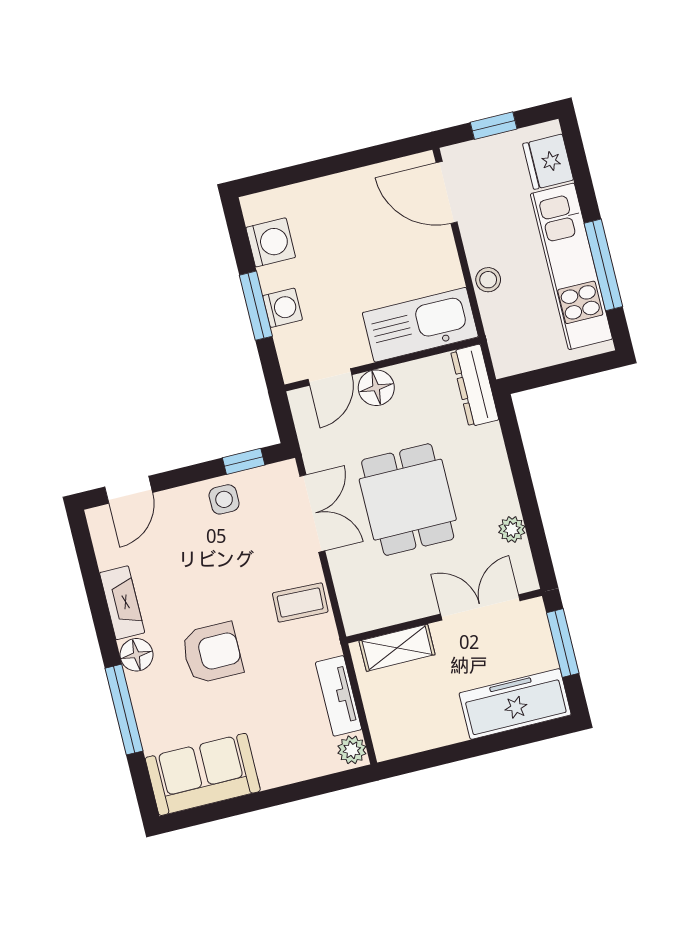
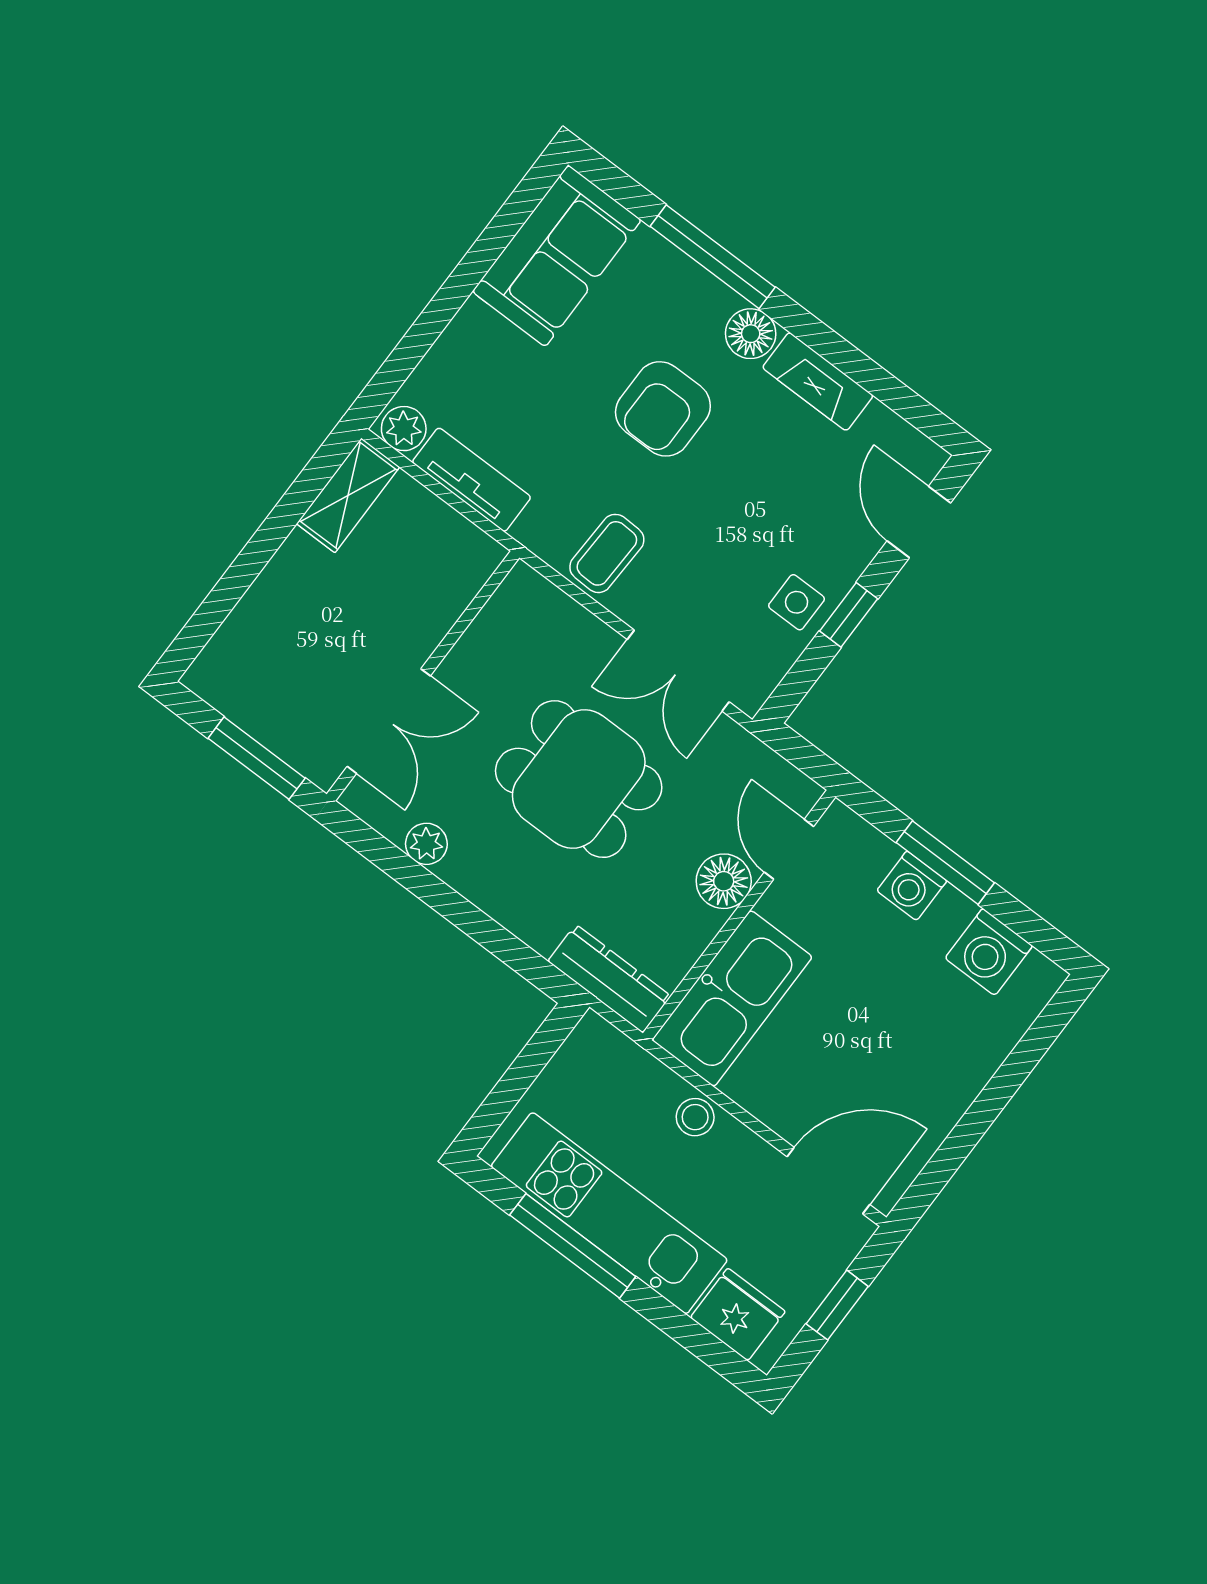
window: (244, 461) -> (849, 615), moved
shelving: (397, 648) -> (348, 495), moved
freezer: (515, 704) -> (254, 640), removed

